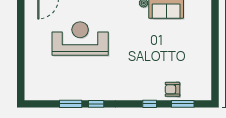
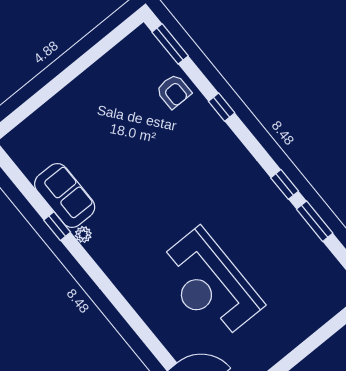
window: (183, 104) -> (170, 44), moved

